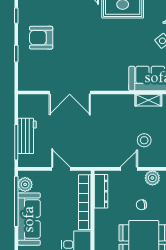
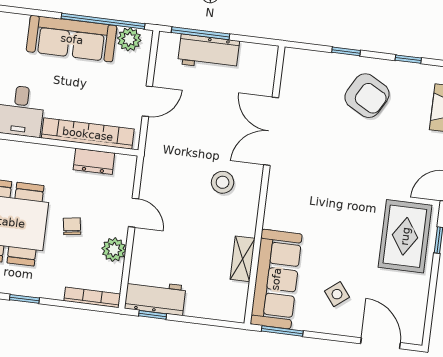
armchair: (41, 38) -> (367, 96), turned 119
stool: (144, 140) -> (223, 182), moved
dresser: (101, 191) -> (94, 161), width x0.70

